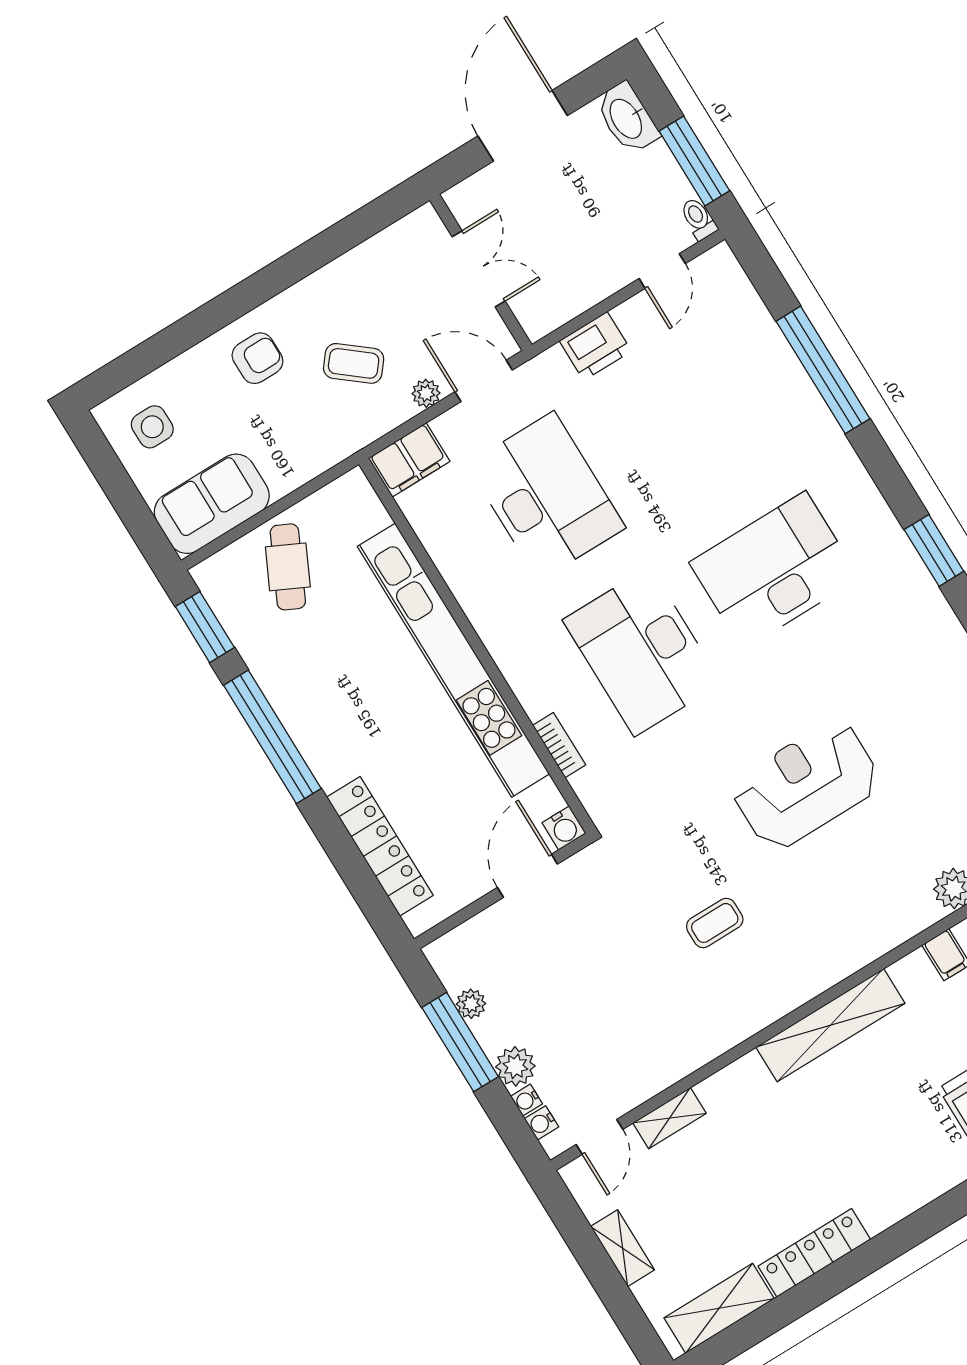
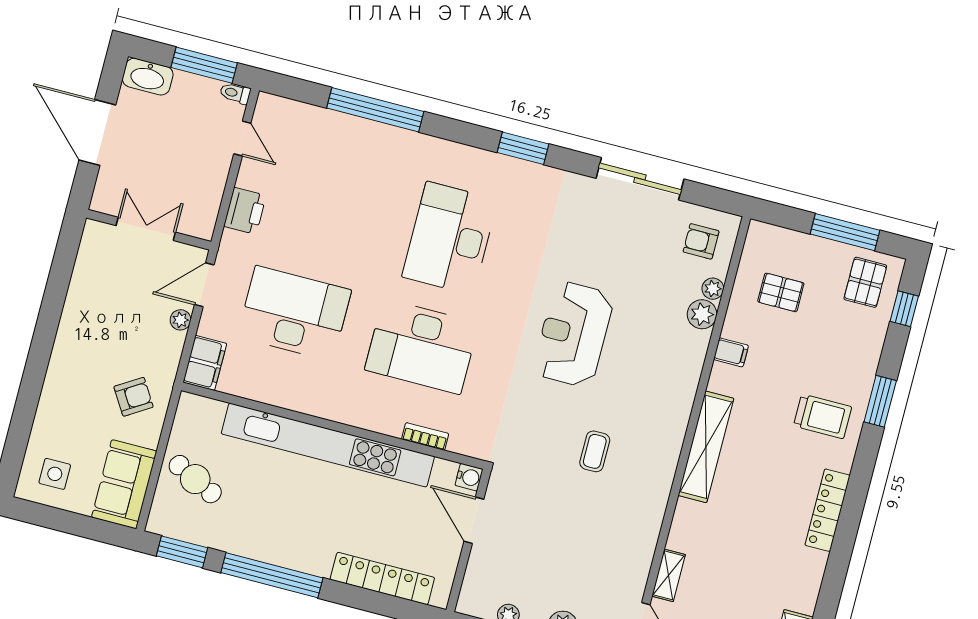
armchair: (257, 358) -> (134, 397), moved, turned 58
coffee table: (354, 363) -> (128, 340), removed
locker: (814, 1253) -> (827, 510), moved

